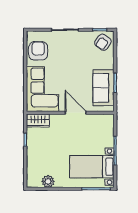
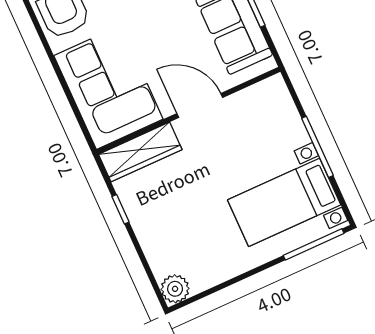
wardrobe: (38, 121) -> (140, 152), width x1.50
plant: (48, 181) -> (175, 289), moved

